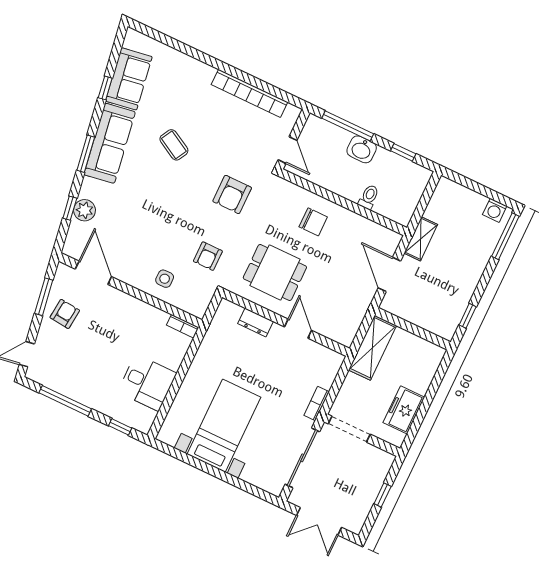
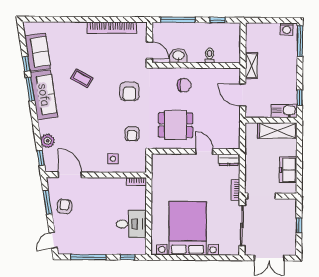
washbasin: (362, 149) -> (178, 56), moved, turned 180
window: (86, 154) -> (30, 89), moved
window: (70, 208) -> (41, 158), moved
dresser: (255, 323) -> (229, 160), moved
kitchen sink: (437, 324) -> (284, 111), added
shelving: (372, 348) -> (277, 131), moved, turned 90
bed with nightstands: (224, 426) -> (188, 228), width x1.36

